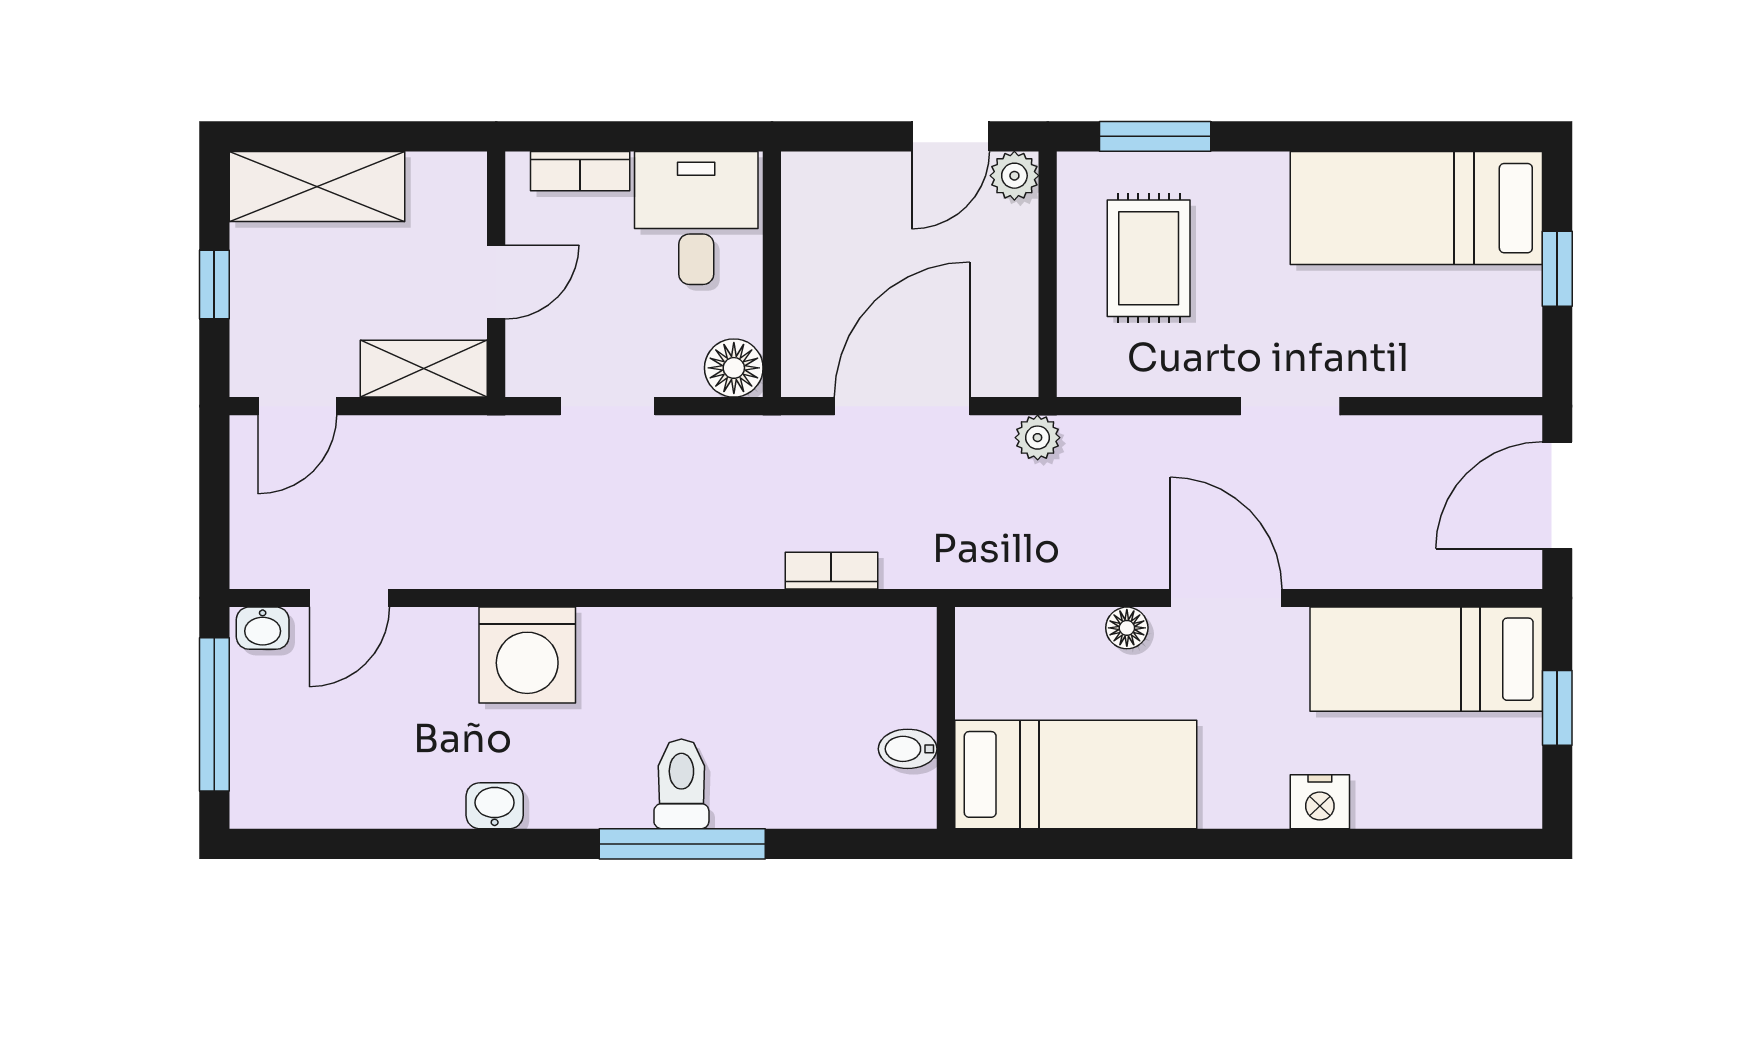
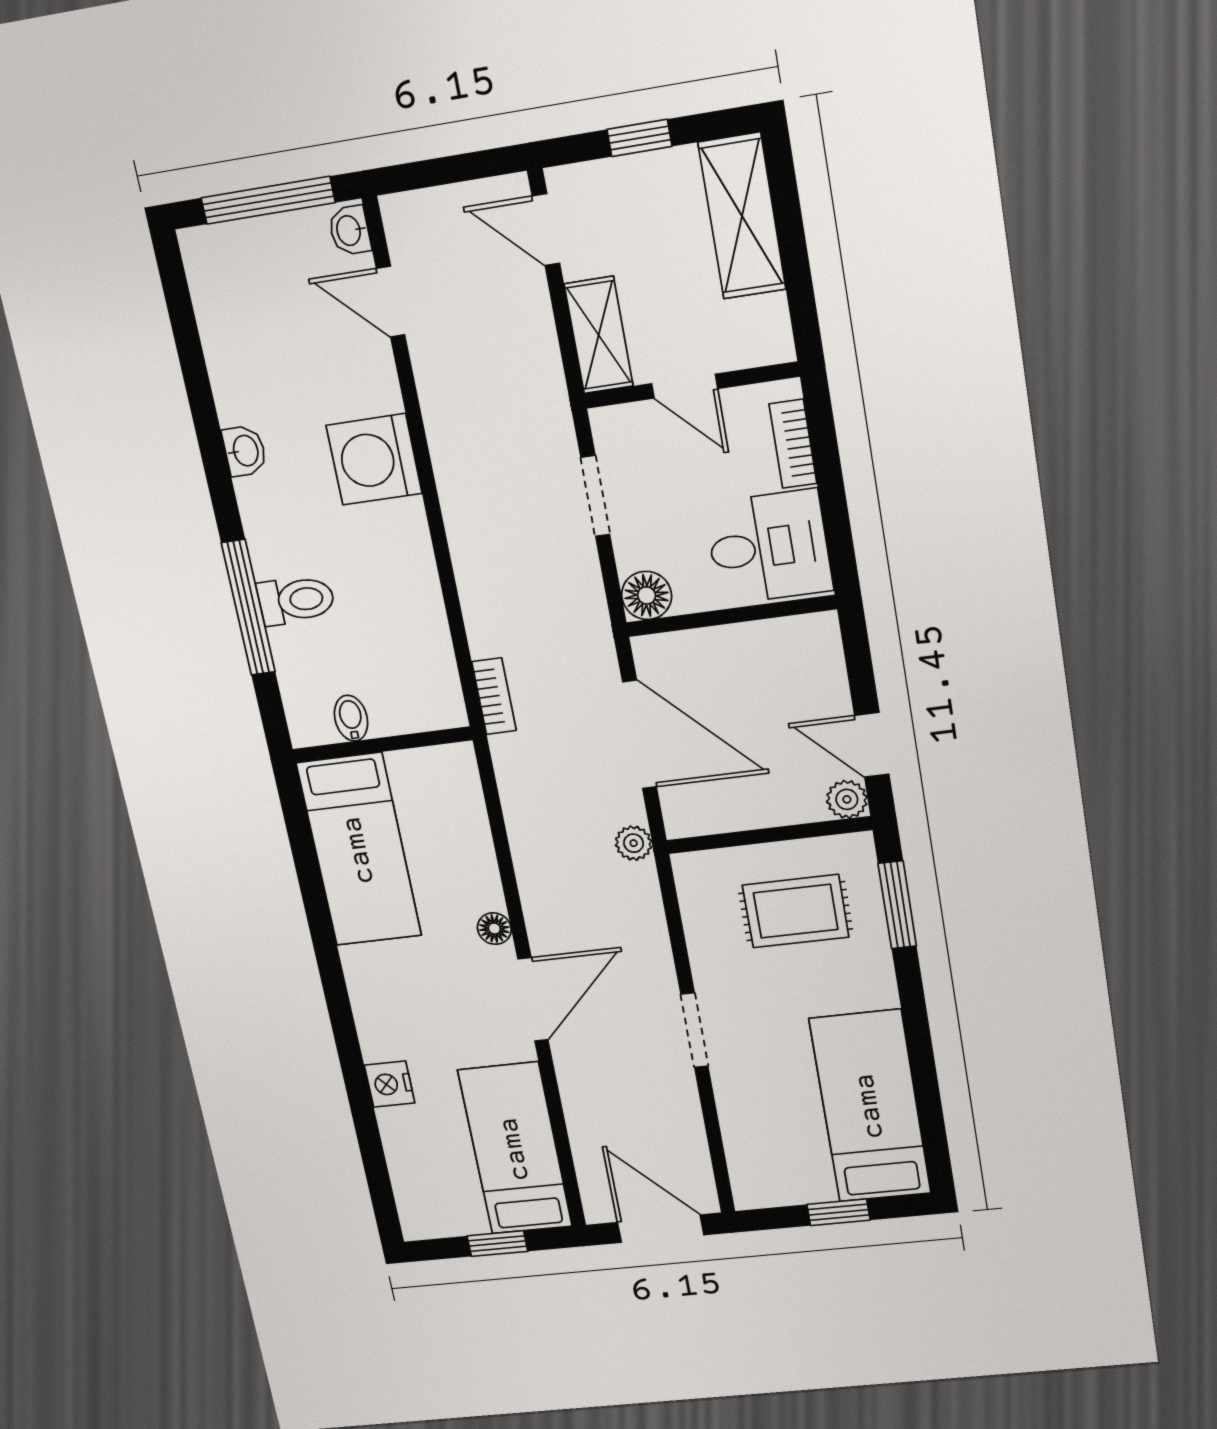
wall: (946, 718) -> (382, 745), moved
bidet: (908, 749) -> (351, 718), moved
bed: (1076, 774) -> (359, 850), moved

